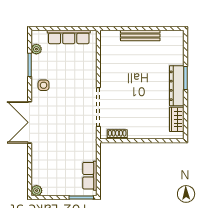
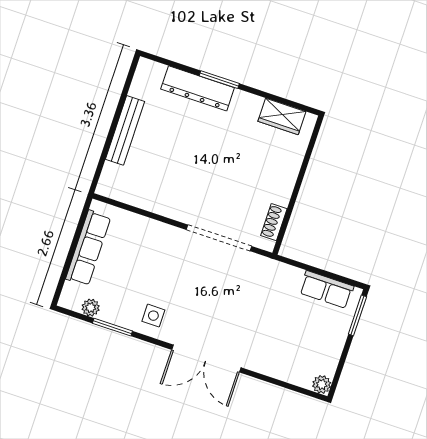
dresser: (177, 86) -> (198, 88), moved

